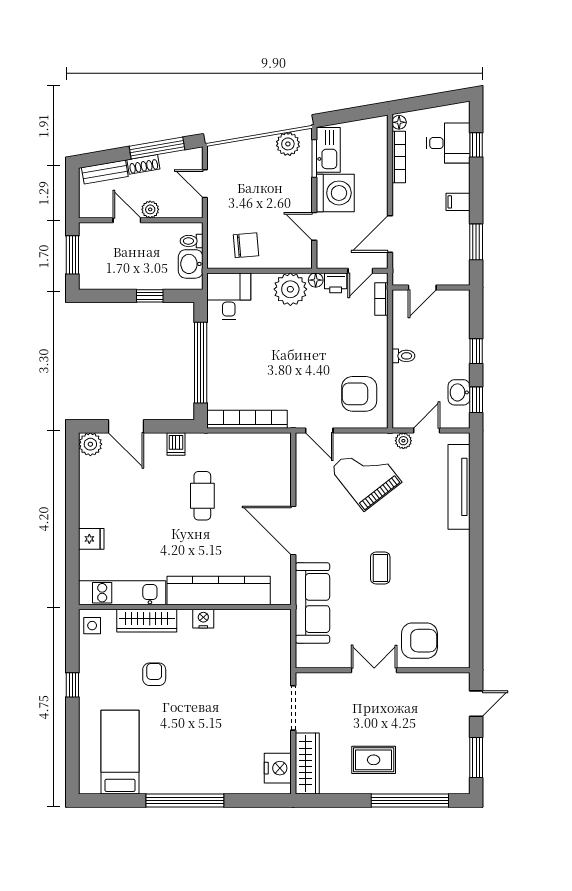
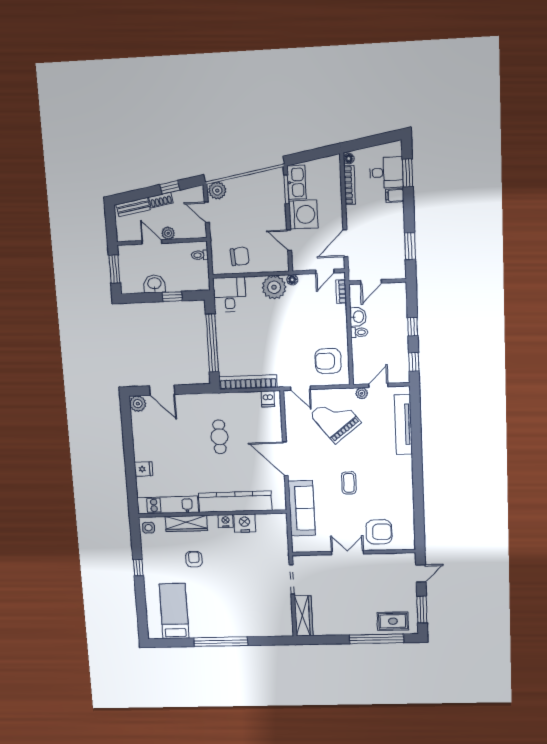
plant: (288, 144) -> (217, 190), moved
window: (476, 145) -> (408, 173), width x1.50
window: (157, 148) -> (170, 187), width x0.46
filing cabinet: (458, 202) -> (395, 195), moved
washbasin: (191, 264) -> (154, 284), moved, turned 90
printer: (336, 283) -> (307, 281), removed
washbasin: (459, 392) -> (358, 317), moved, turned 180
dishwasher: (176, 444) -> (268, 399), moved
rug: (374, 760) -> (393, 621), moved
nightstand: (278, 768) -> (245, 523), moved, turned -90

